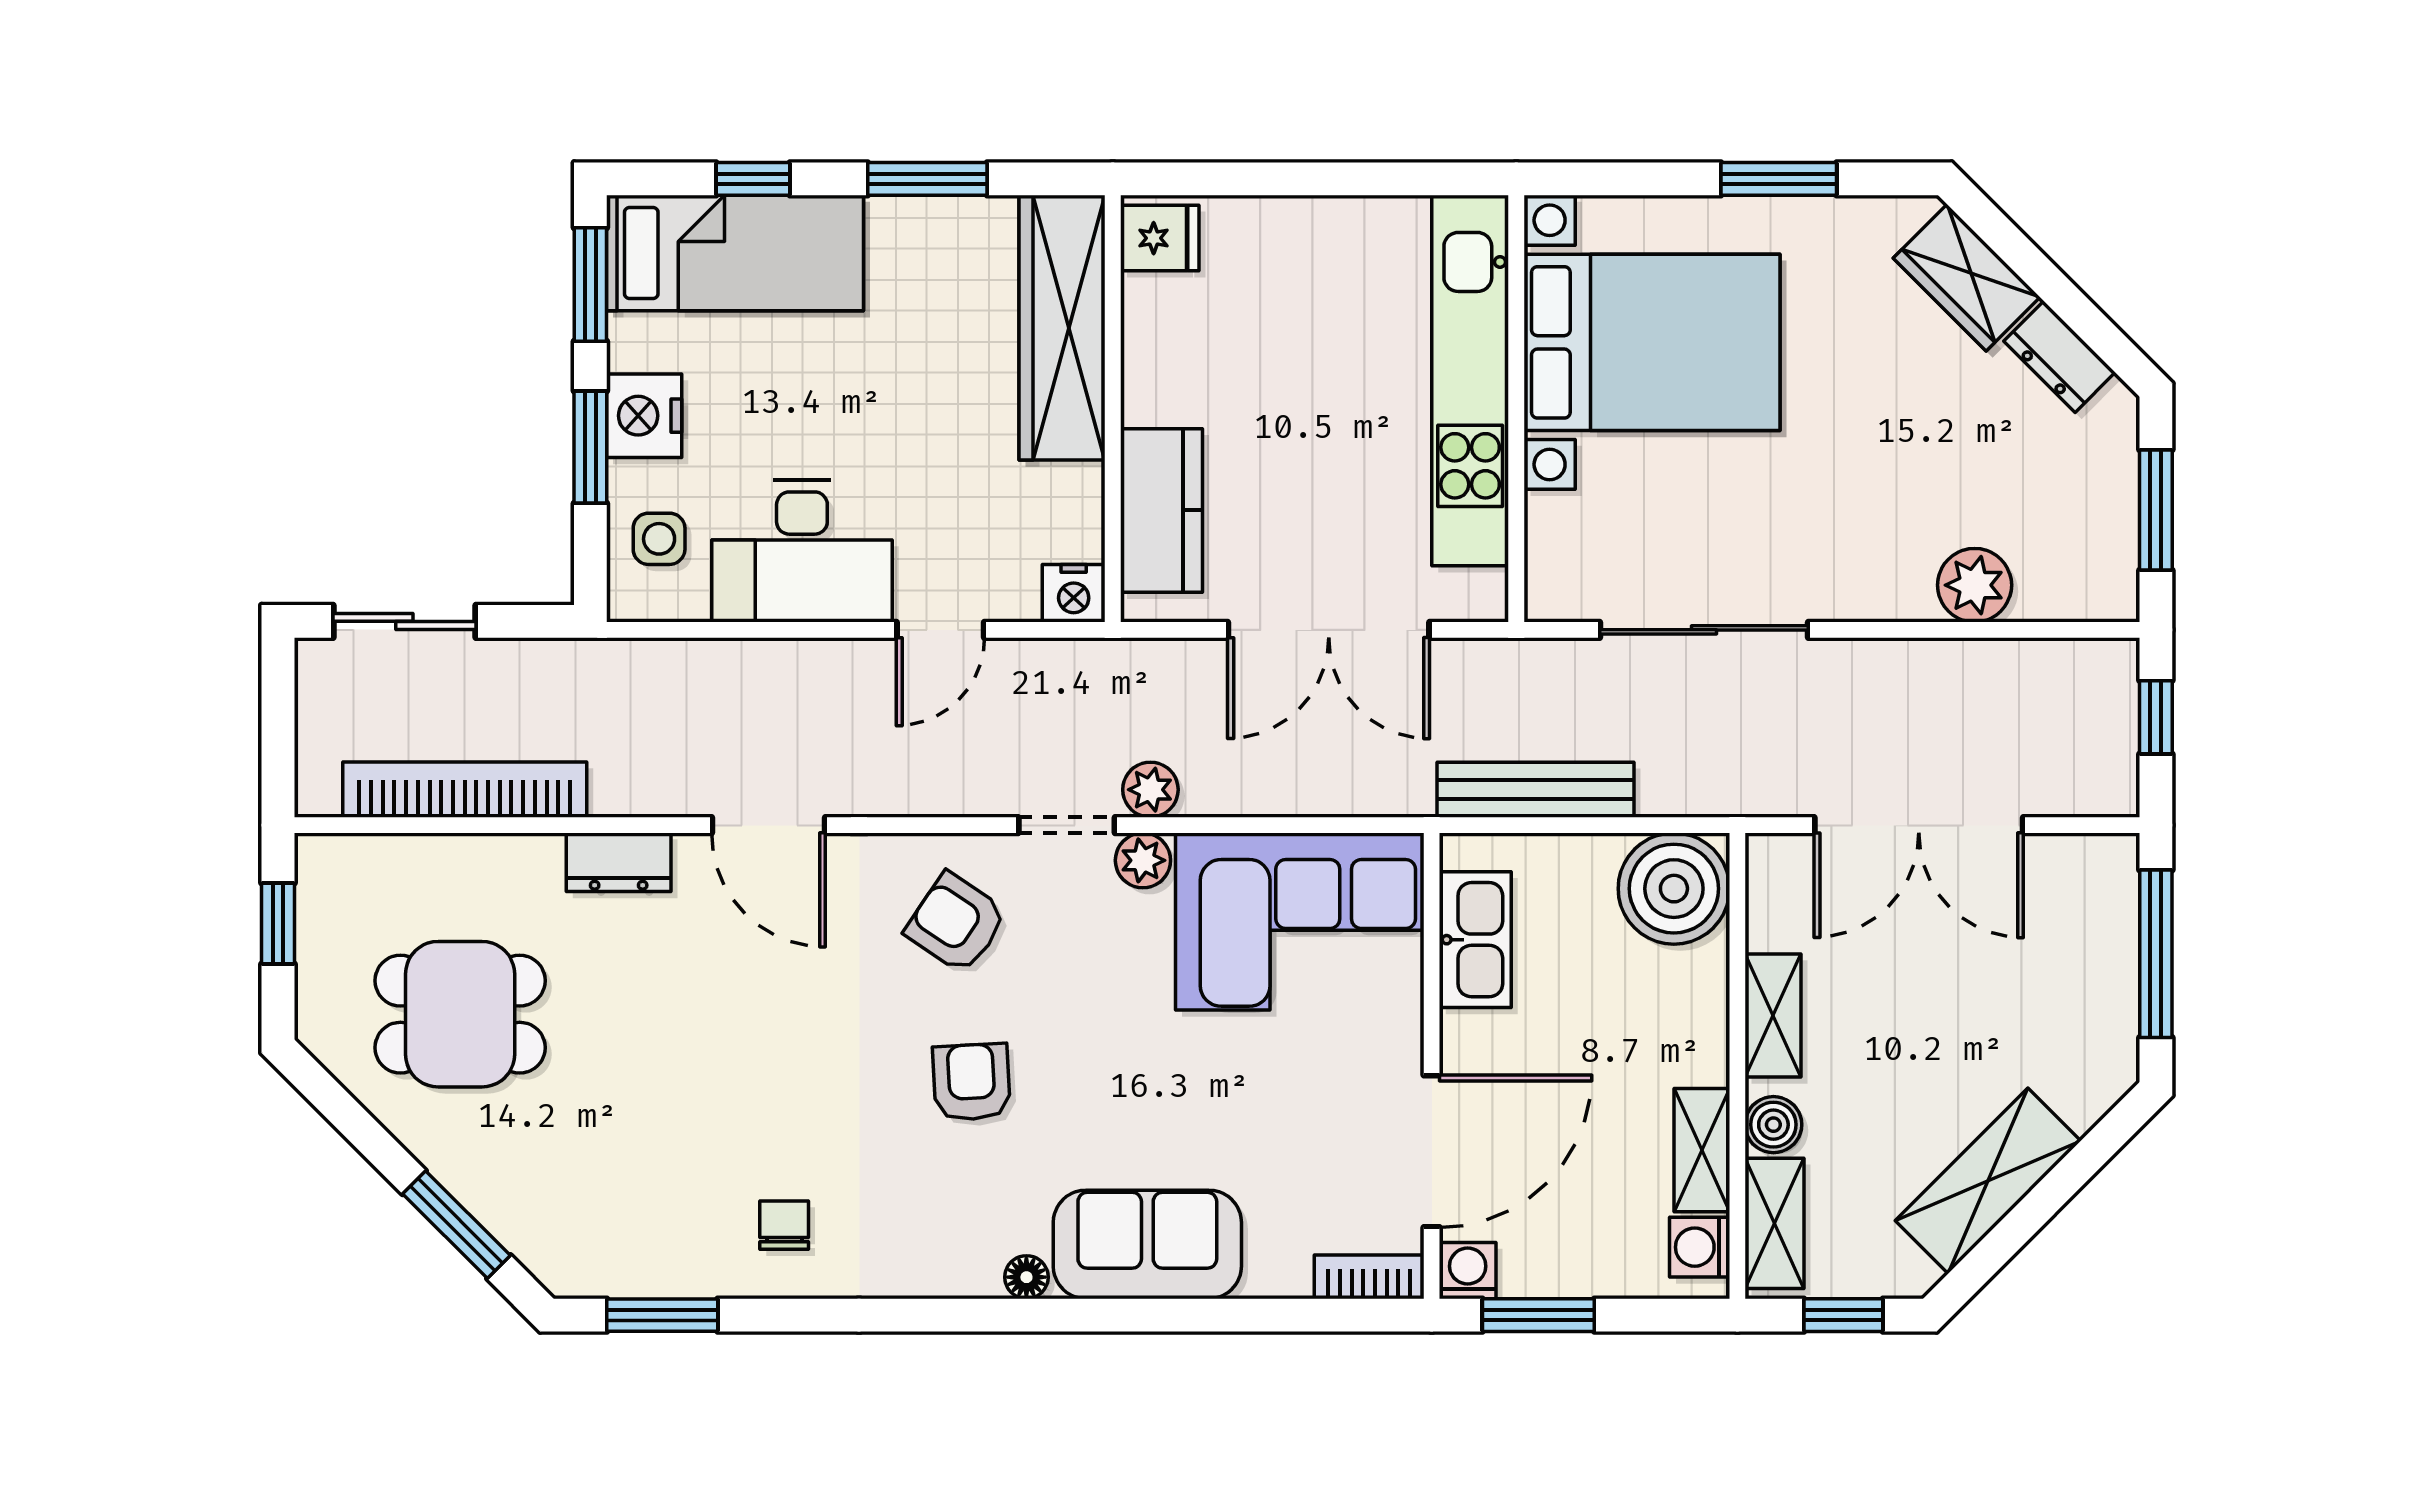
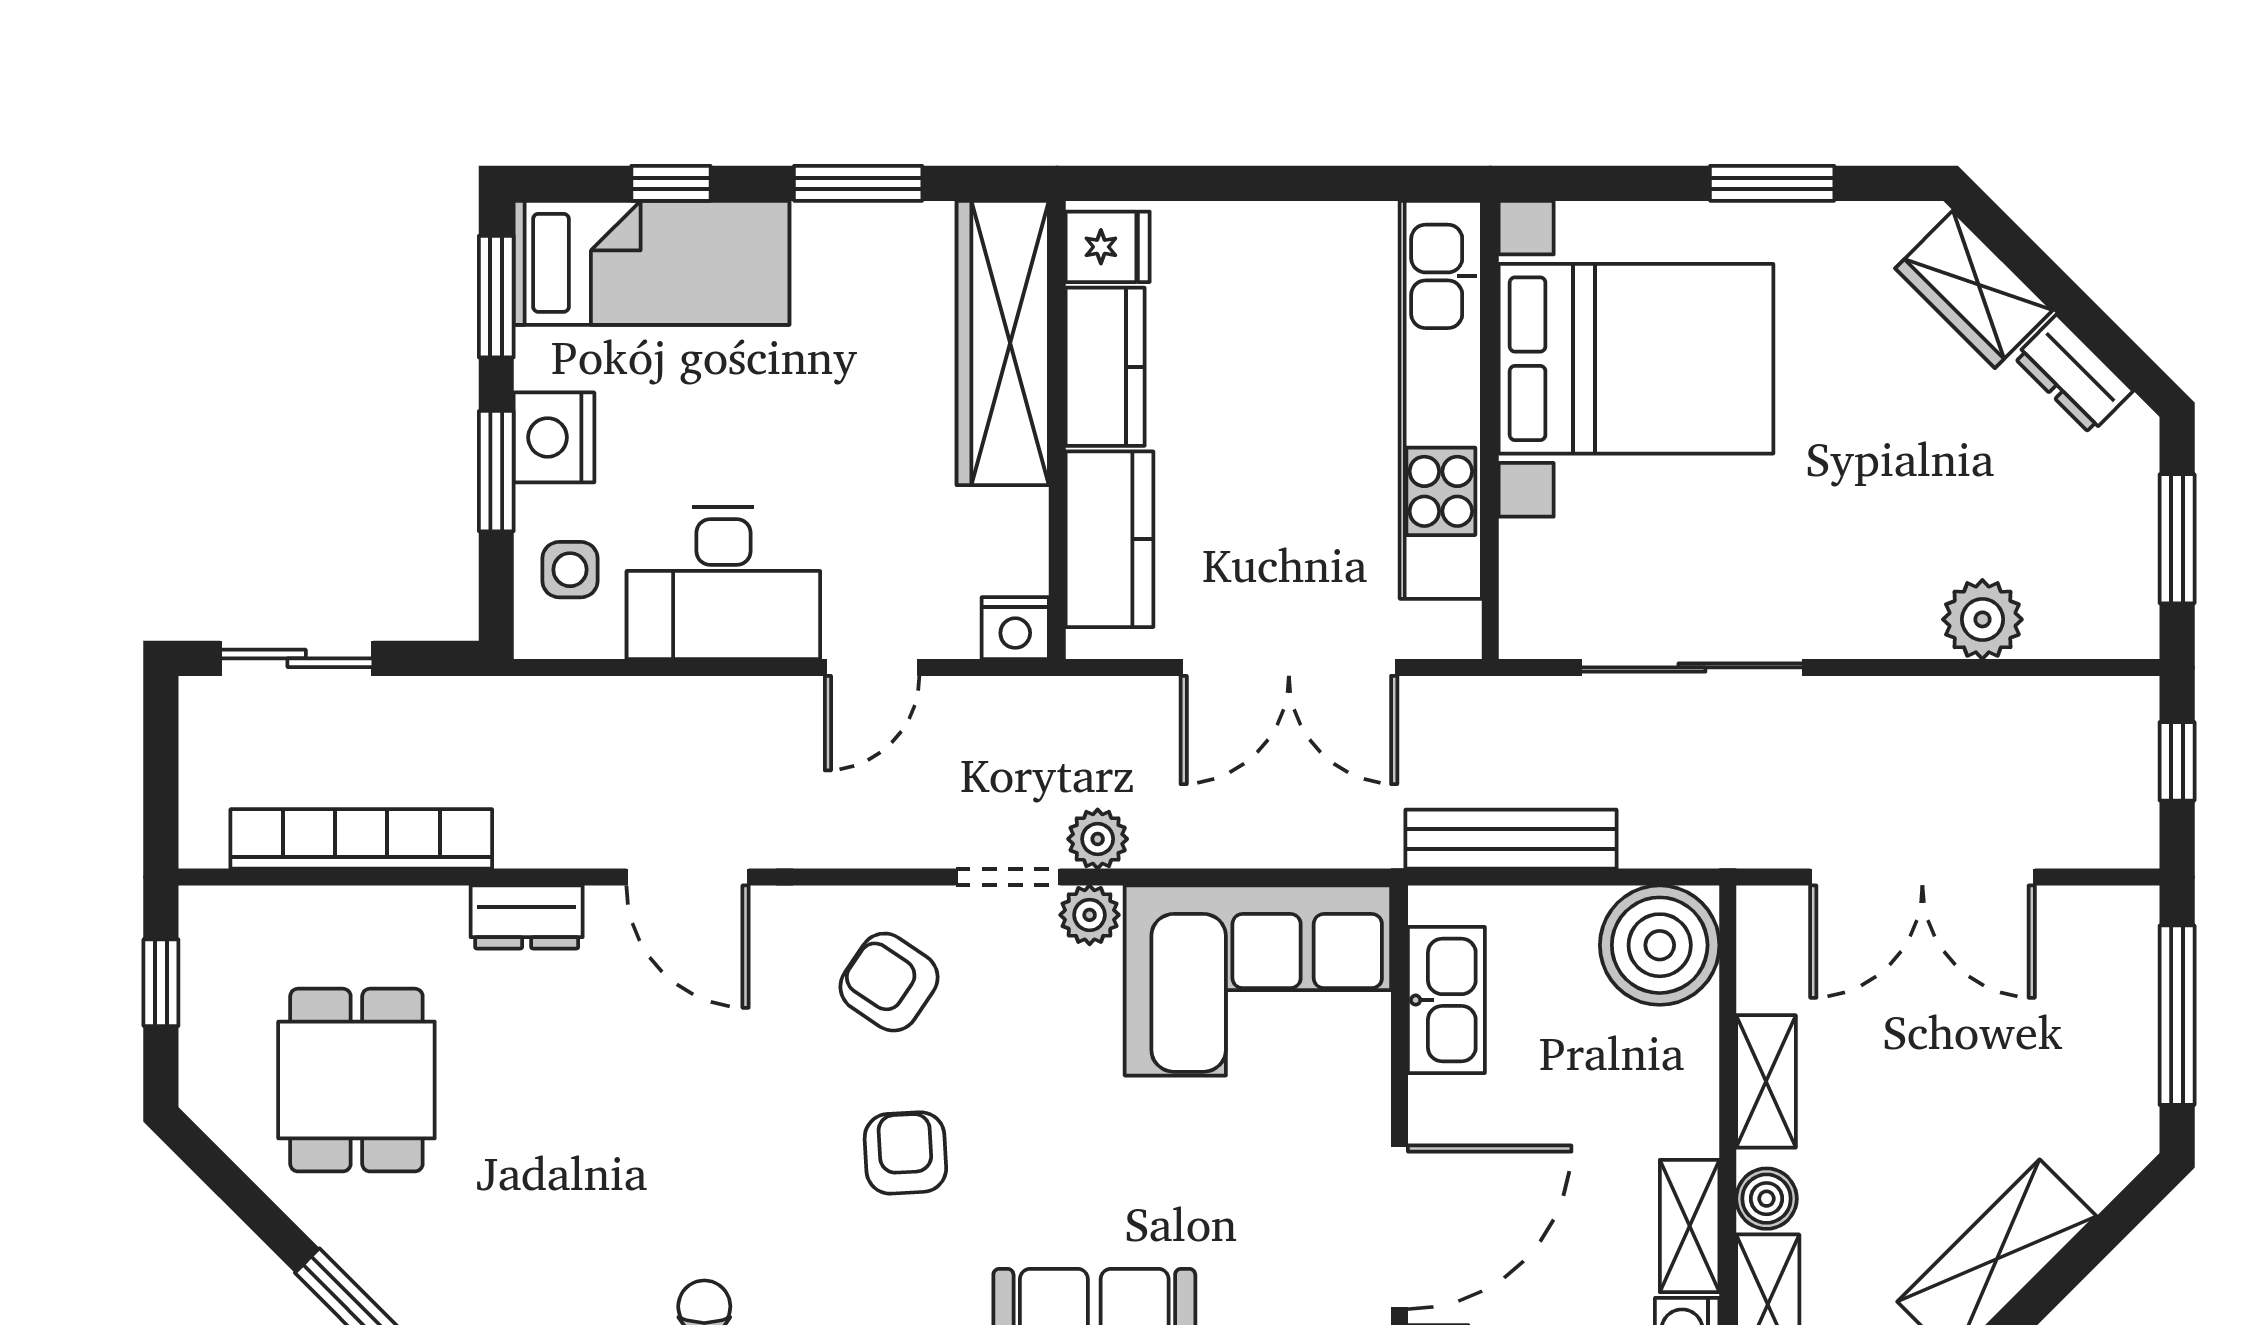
kitchen counter: (1157, 350) -> (1105, 367), added
dining table: (460, 1014) -> (356, 1080), turned 90

